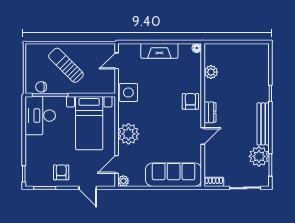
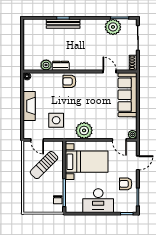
sun lounger: (66, 65) -> (44, 165), moved
side table: (128, 93) -> (56, 120), moved
dresser: (210, 112) -> (61, 66), moved
desk: (40, 116) -> (98, 201), moved
bench: (263, 124) -> (63, 24), moved
plant: (128, 134) -> (84, 130), moved
door: (203, 136) -> (110, 72), moved

